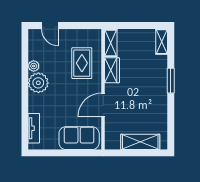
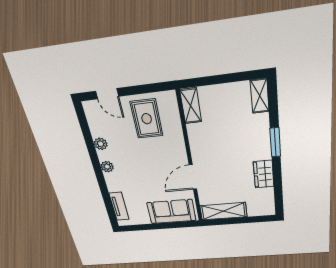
rug: (82, 63) -> (147, 119), moved
wardrobe: (112, 70) -> (264, 174), moved, turned 180
plant: (38, 83) -> (107, 167), width x0.53, depth x0.53
shelving: (140, 142) -> (223, 211), moved

